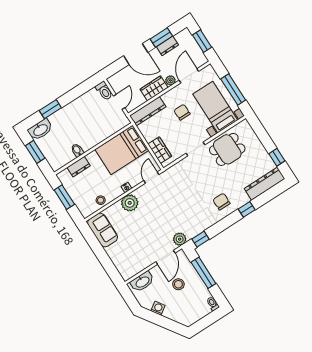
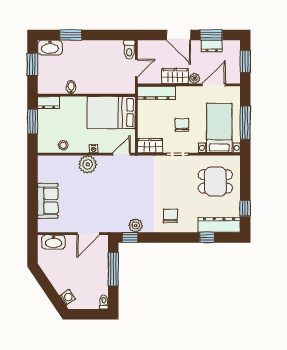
chair: (182, 112) -> (182, 125), moved
dining table: (227, 149) -> (215, 181), moved
wardrobe: (160, 150) -> (150, 146), moved, turned -90
dresser: (79, 167) -> (49, 103), moved
window: (247, 209) -> (207, 237), moved
sofa: (103, 230) -> (48, 201), moved
plant: (180, 239) -> (136, 225), moved
stool: (178, 284) -> (84, 265), removed
washing machine: (158, 308) -> (68, 298), moved

